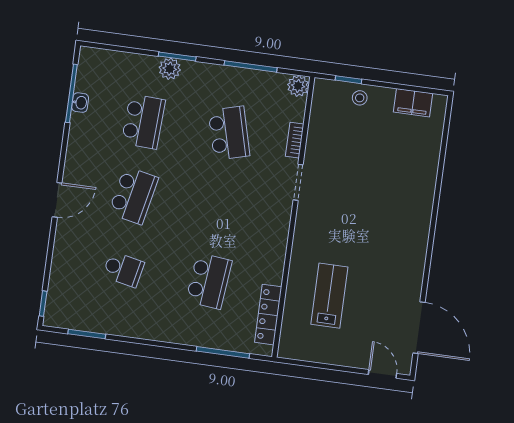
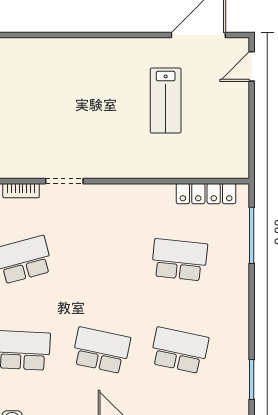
school desk: (123, 269) -> (179, 350), width x1.85
lab bench: (329, 296) -> (166, 101), moved, turned -90

